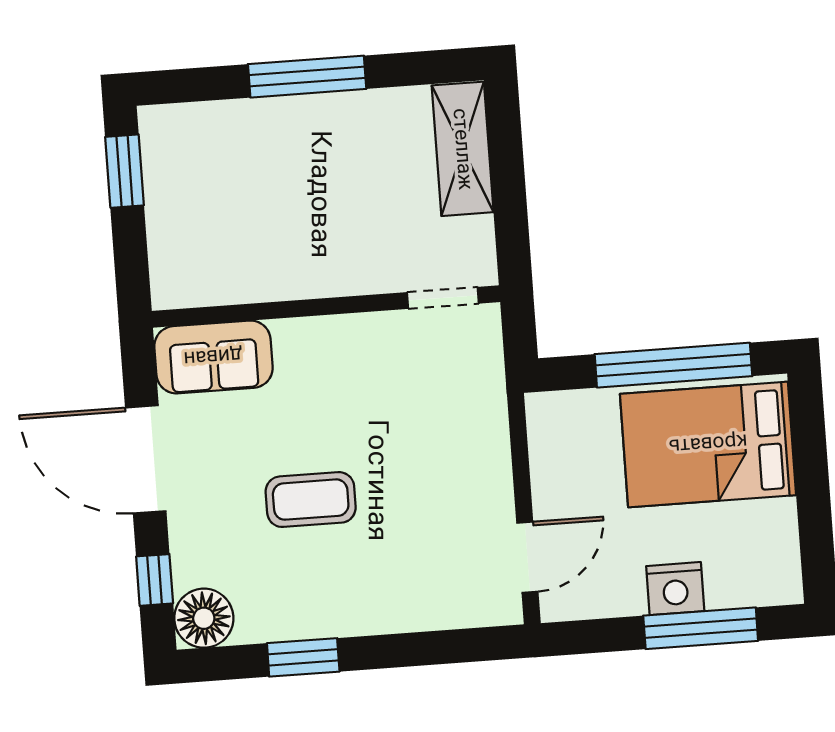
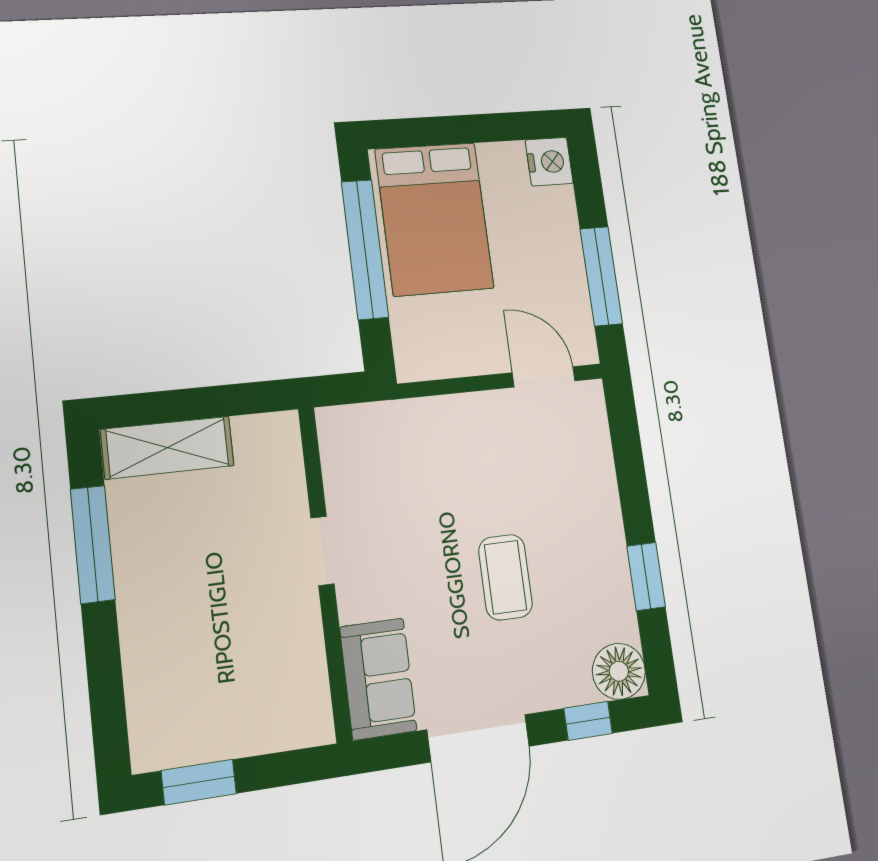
window: (307, 77) -> (93, 544), moved
doorway: (443, 298) -> (323, 551), moved
nightstand: (675, 589) -> (549, 162), moved
window: (701, 628) -> (601, 276), moved

